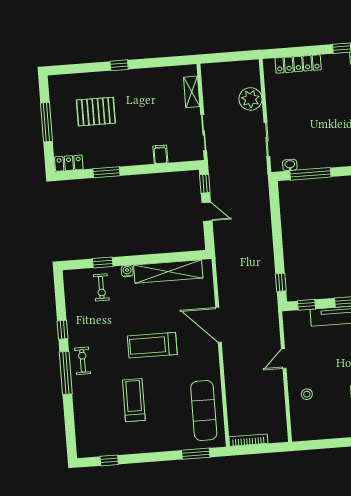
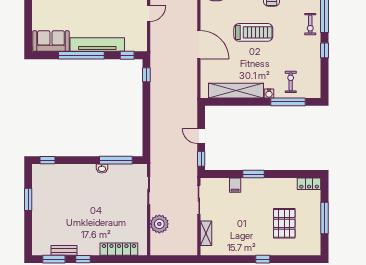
pallet: (96, 112) -> (284, 223), turned 90
washbasin: (290, 165) -> (102, 168), moved
window: (106, 172) -> (253, 174), moved
window: (103, 262) -> (288, 102), width x2.17

